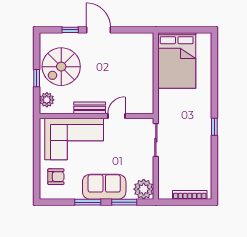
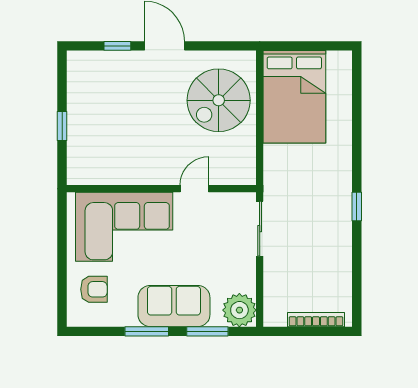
spiral stairs: (61, 67) -> (219, 100), moved
plant: (47, 100) -> (79, 162), removed
bench: (90, 108) -> (150, 175), removed

